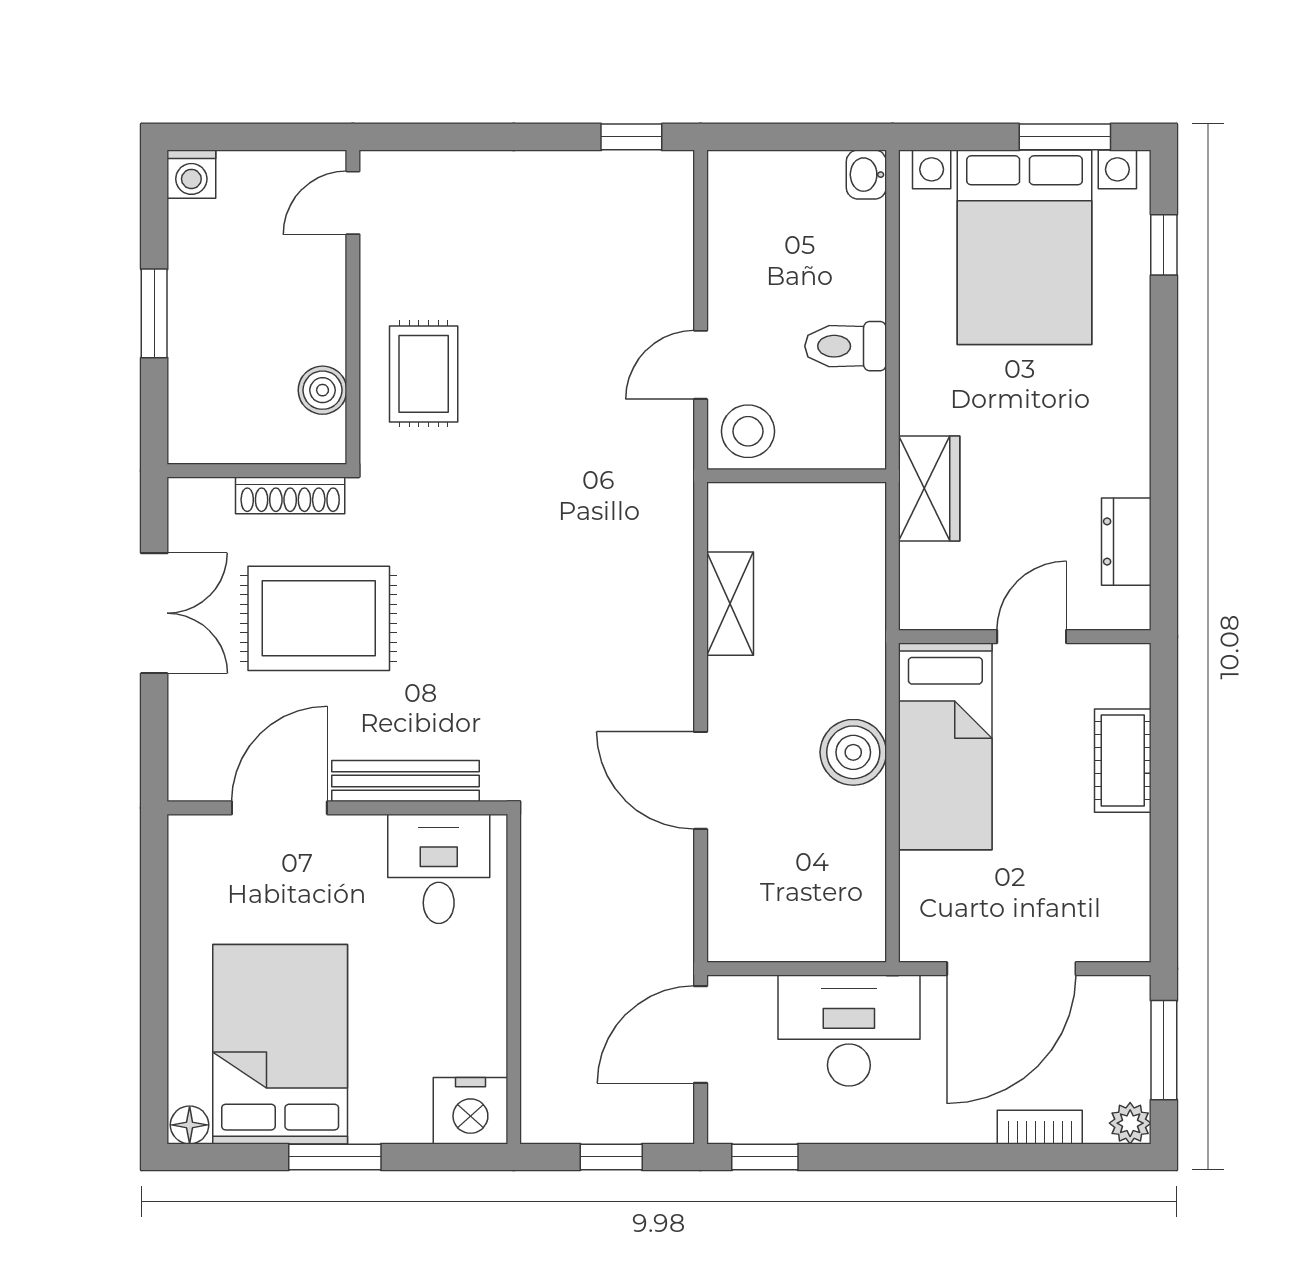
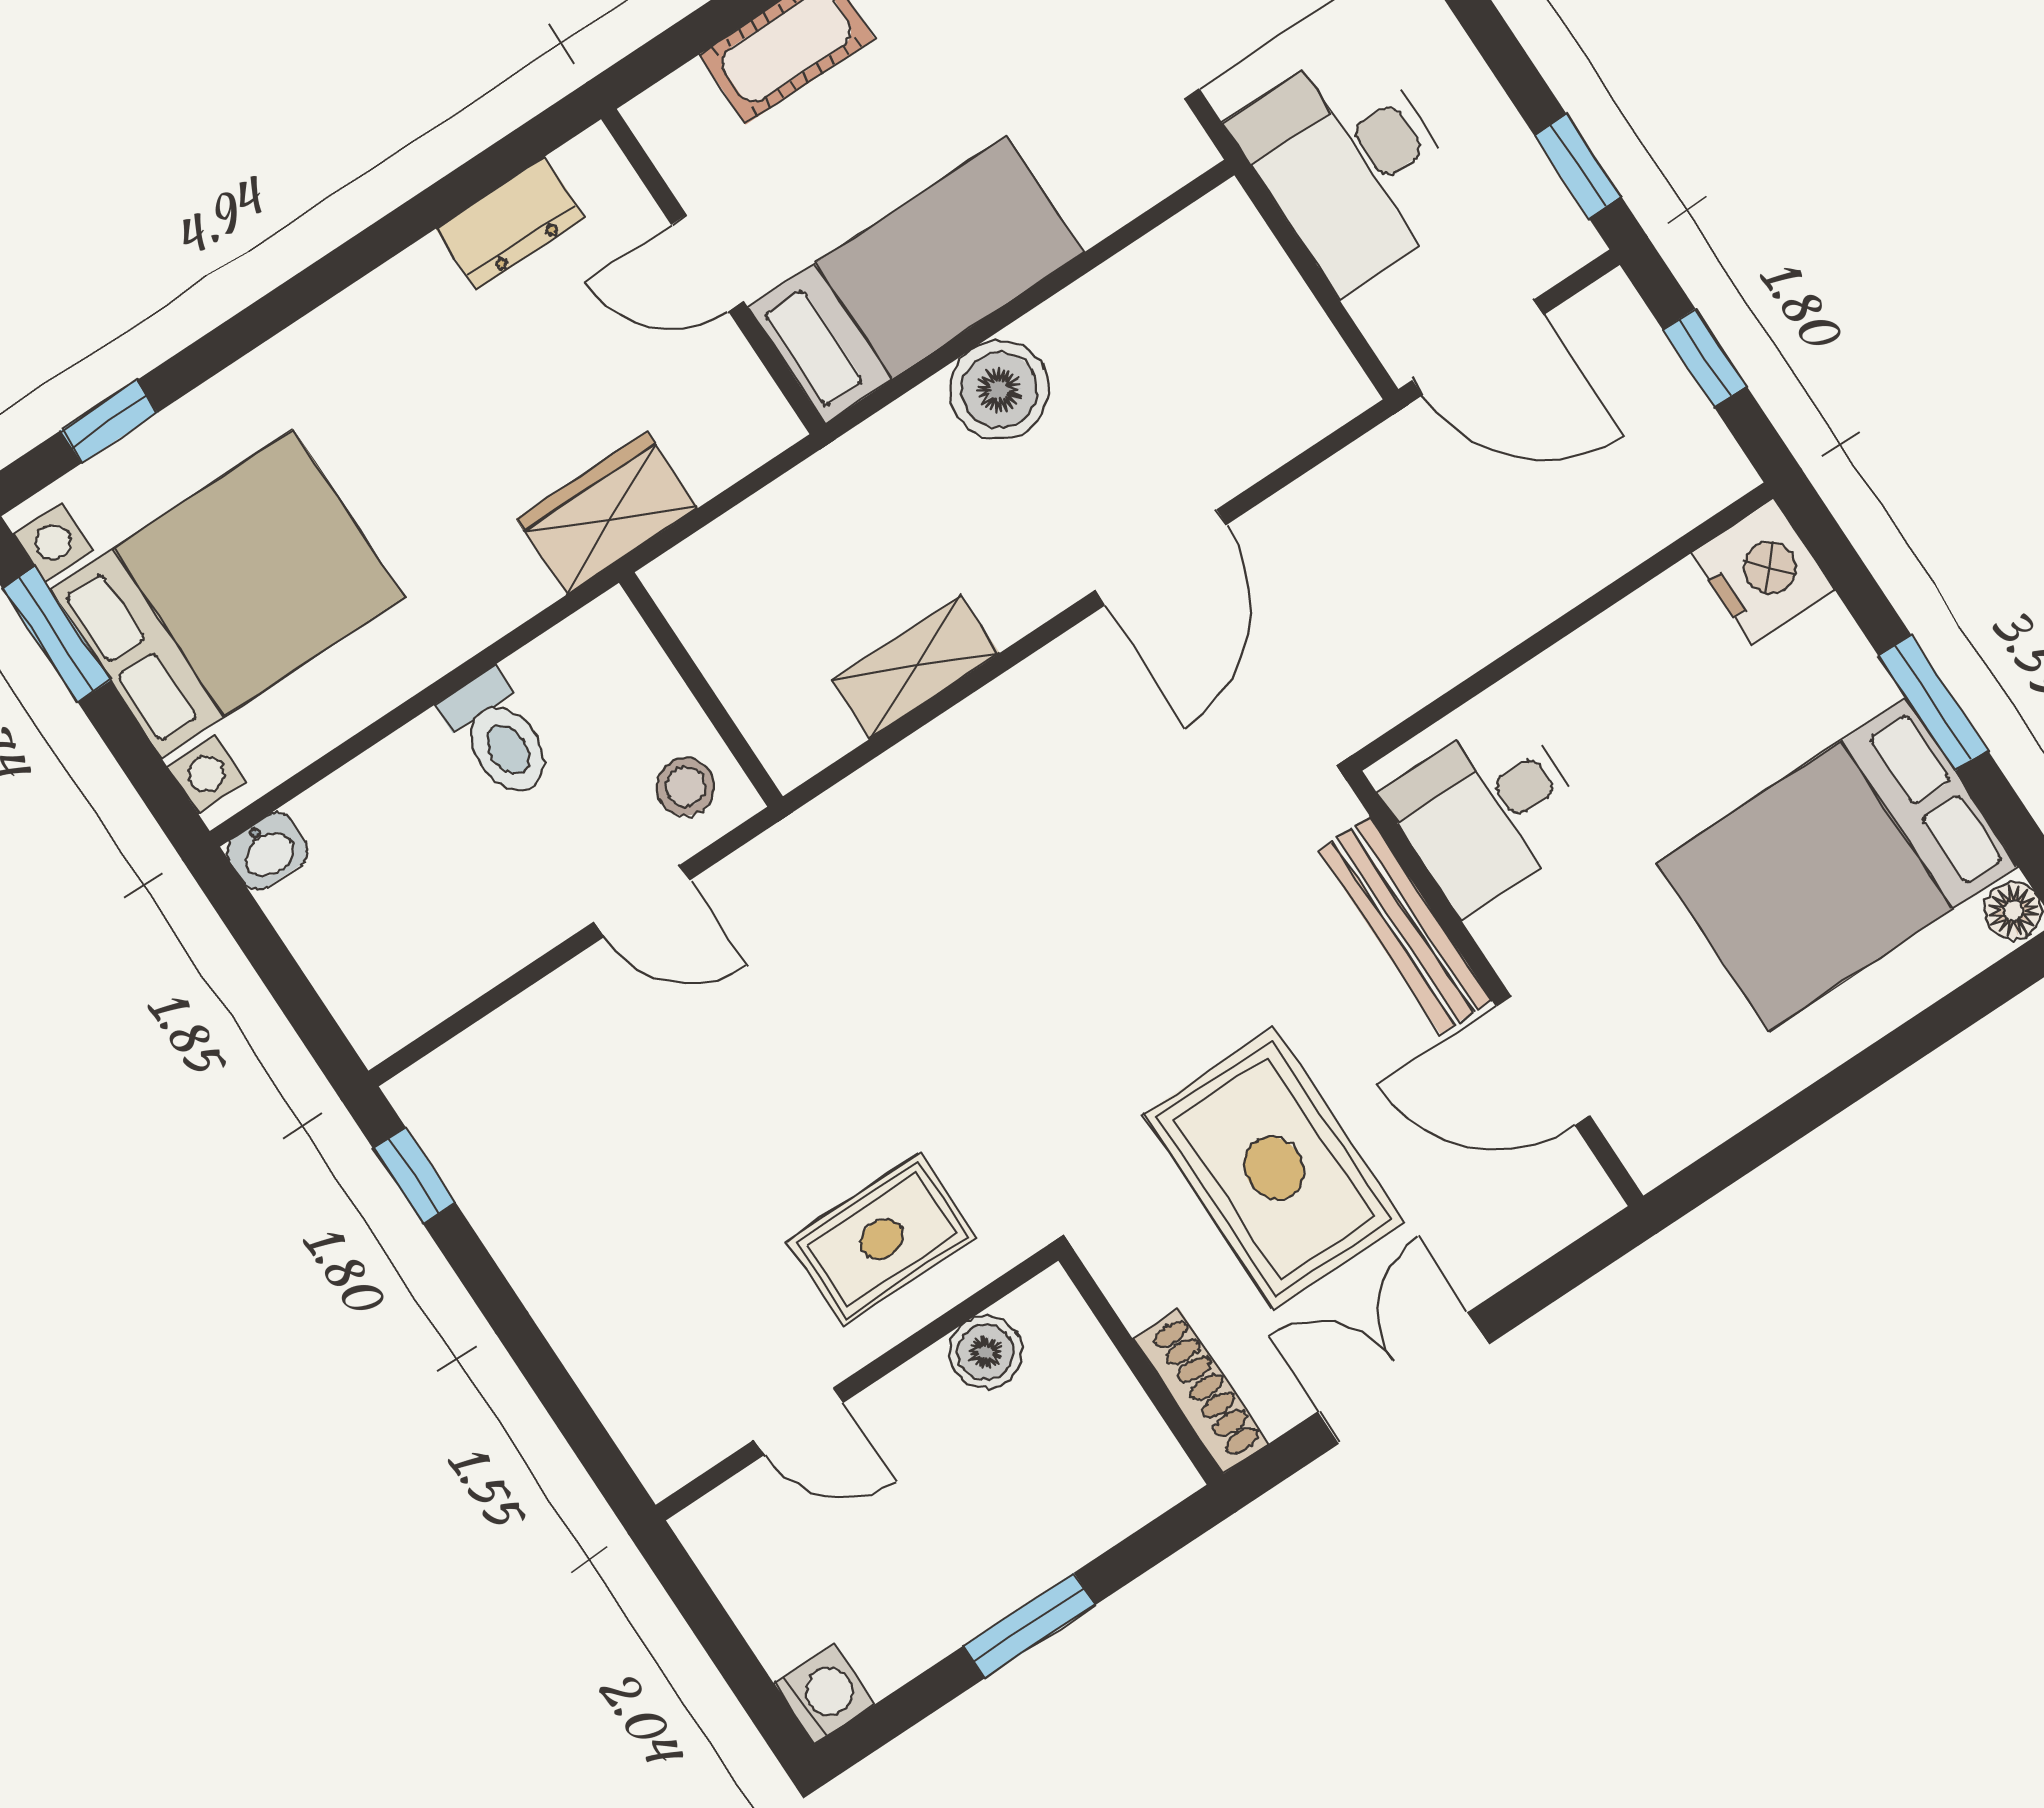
door: (353, 203) -> (799, 1421), moved
stool: (748, 431) -> (686, 787), width x0.73, depth x0.73
shoe rack: (290, 495) -> (1200, 1391), moved

